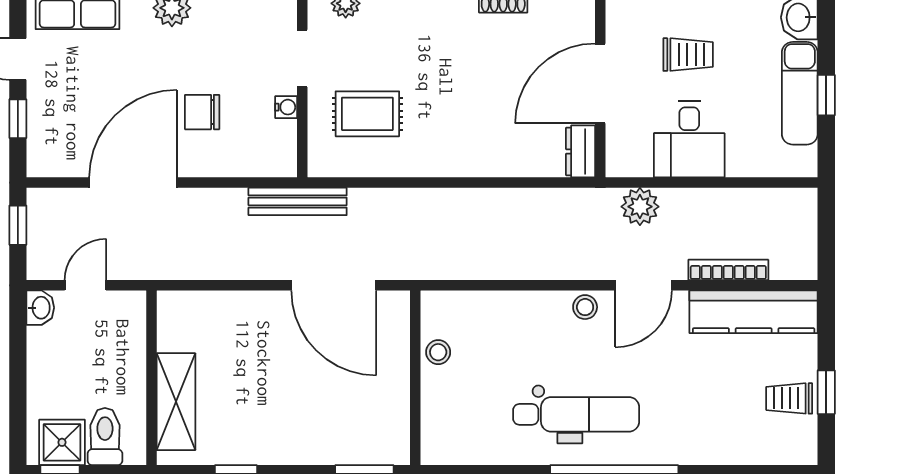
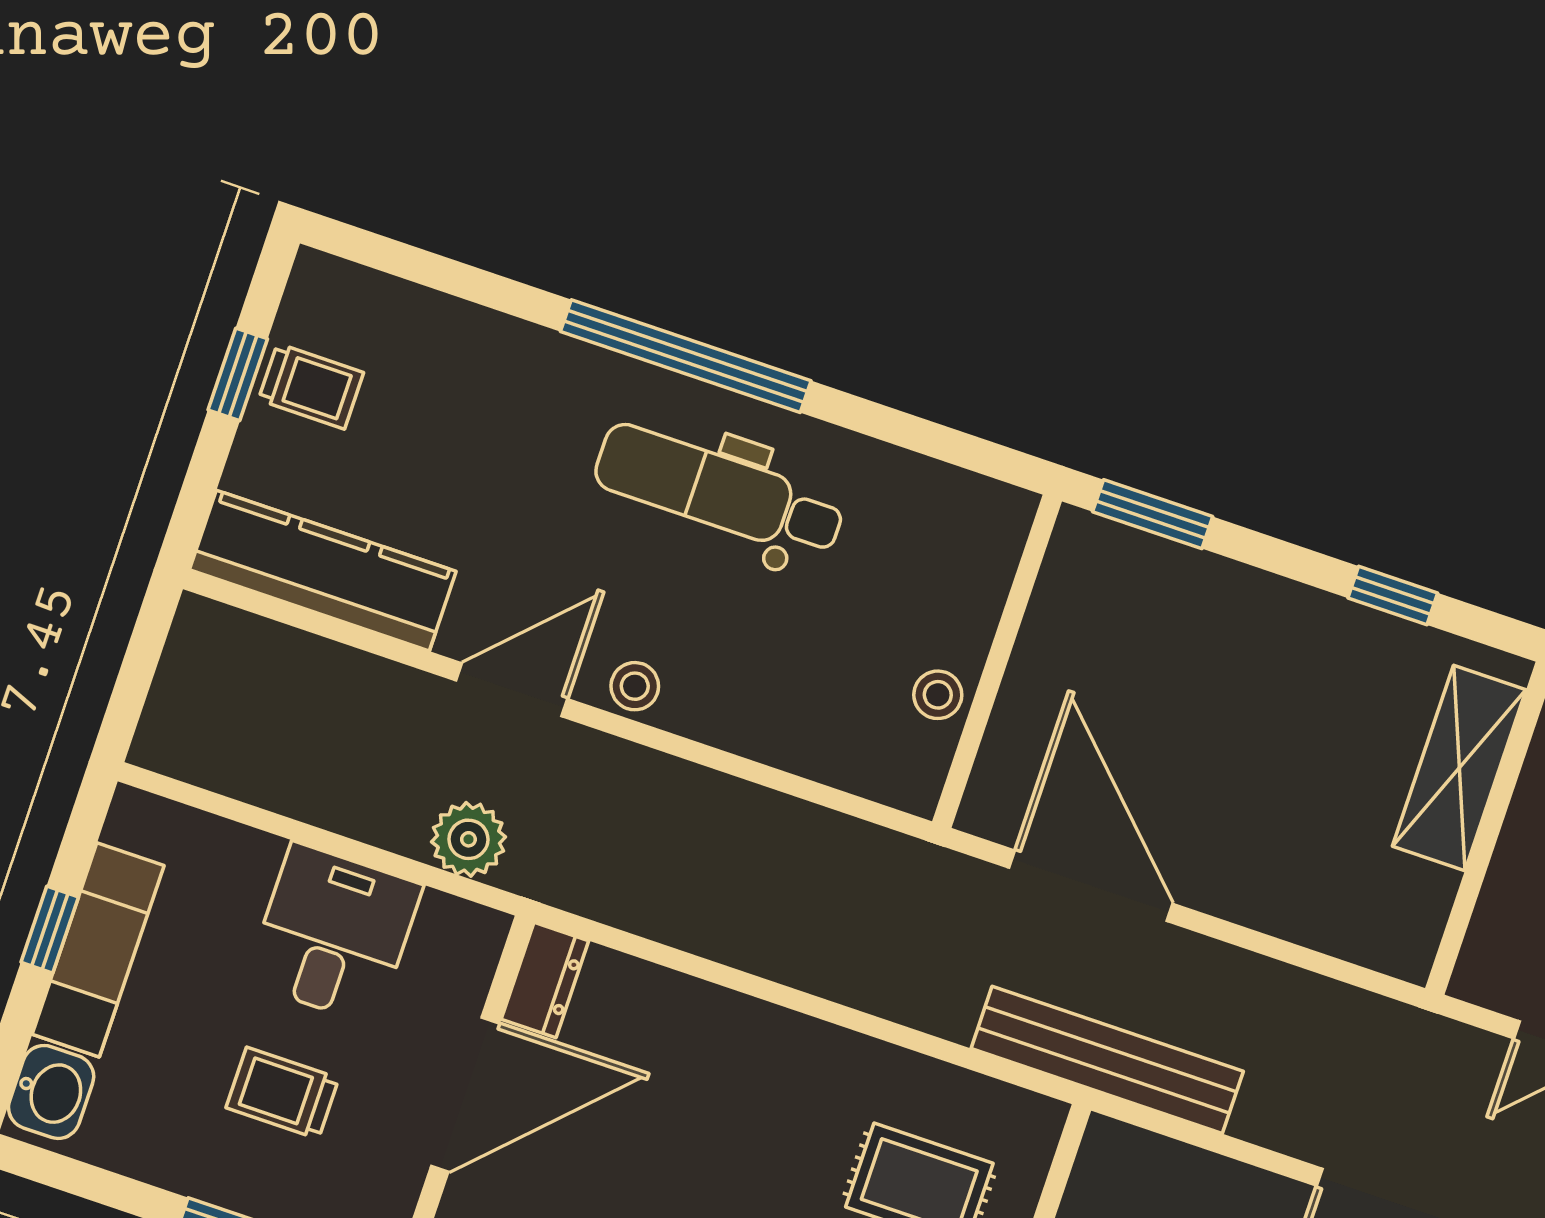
bench: (298, 201) -> (1107, 1060), width x1.37, depth x1.21
bookcase: (728, 270) -> (344, 665), removed

